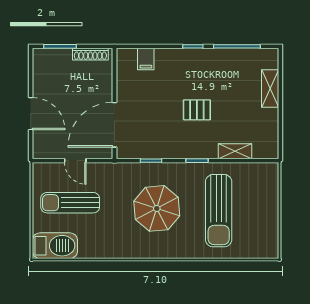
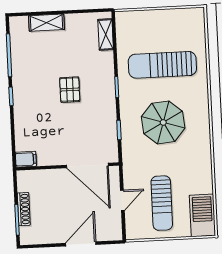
shoe rack: (90, 54) -> (24, 209), moved
filing cabinet: (146, 59) -> (26, 159), moved
shelving: (235, 151) -> (106, 34), moved
sun lounger: (219, 211) -> (162, 65), turned 180

